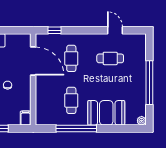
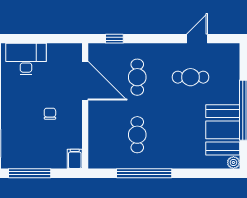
door: (115, 30) -> (197, 39), hinge flipped
booth: (106, 113) -> (223, 130), moved, turned 90

